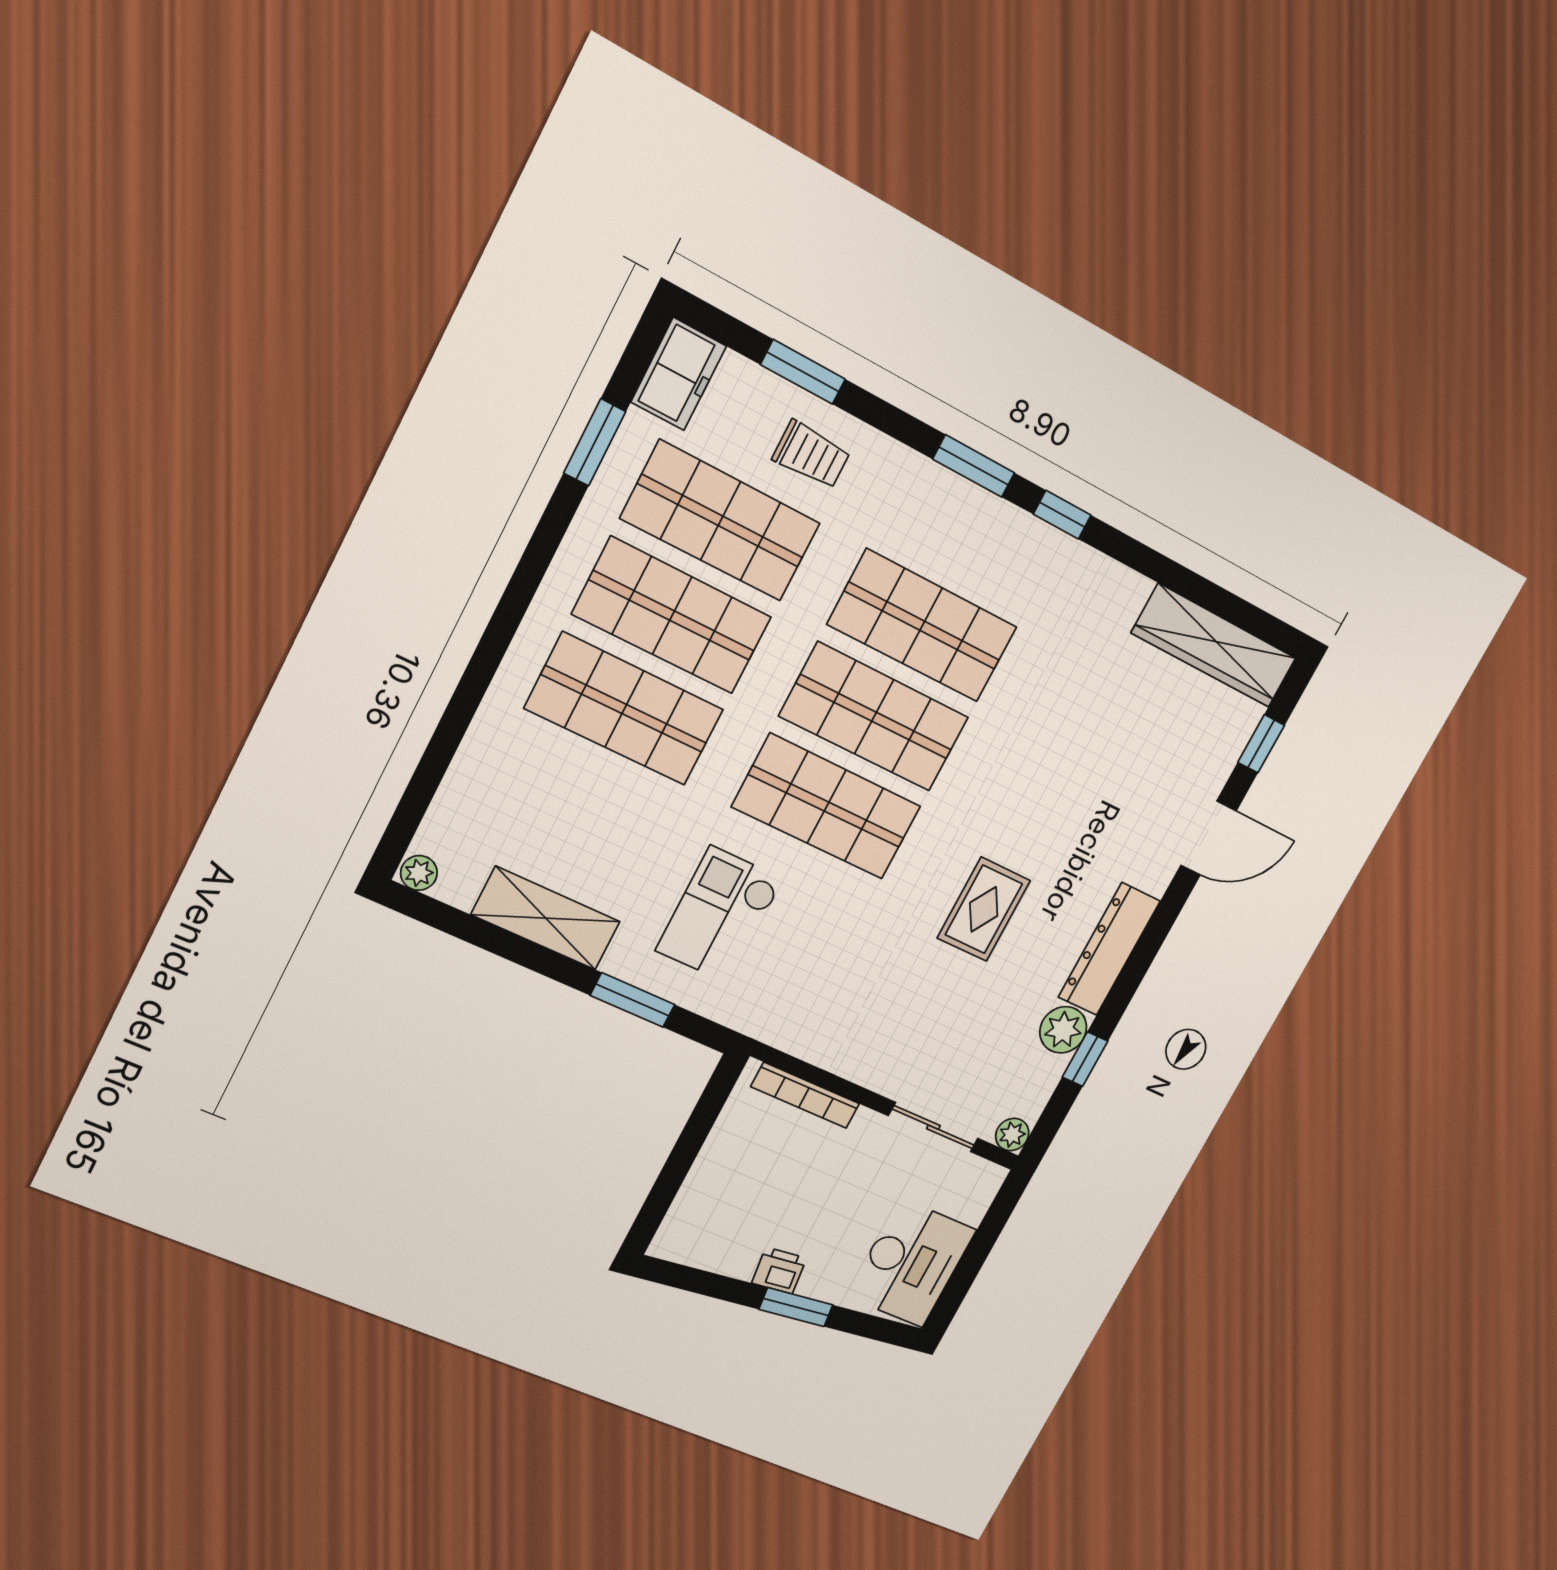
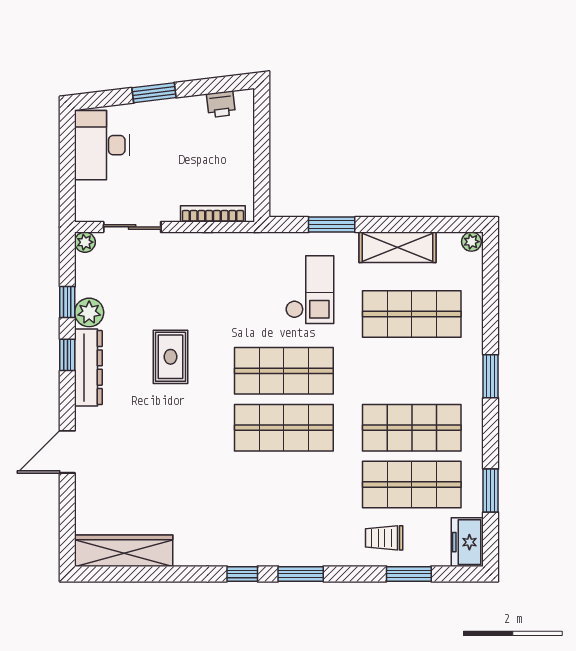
shop shelf: (922, 626) -> (284, 485), removed
window: (498, 637) -> (491, 376), added
shop shelf: (624, 709) -> (412, 314), moved
window: (1261, 744) -> (67, 355), moved
printer: (779, 1271) -> (221, 104), moved

